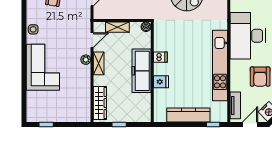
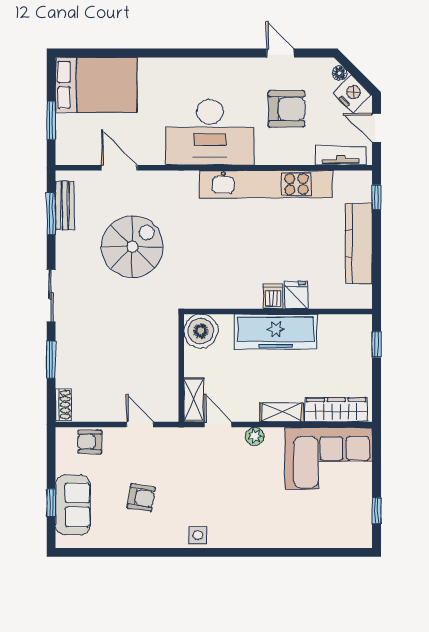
shelving: (117, 27) -> (194, 400), moved
boiler: (146, 27) -> (201, 331), width x1.86, depth x1.86
dishwasher: (160, 57) -> (273, 296), moved
shelving: (99, 63) -> (282, 412), moved
corner sofa: (43, 67) -> (329, 458), moved, turned 180
window: (119, 124) -> (377, 344), moved

